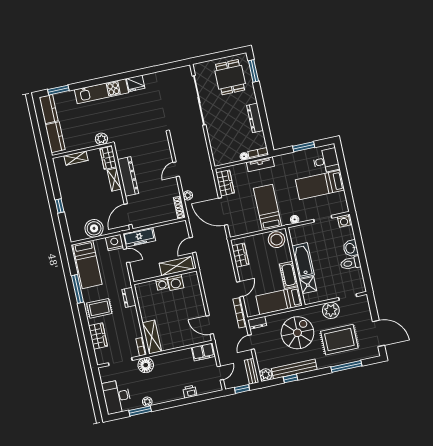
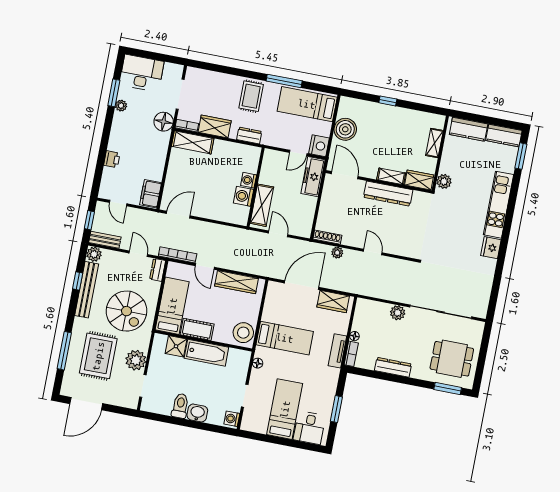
plant: (213, 132) -> (398, 313), added
wardrobe: (240, 255) -> (237, 282), width x1.50
wardrobe: (98, 336) -> (215, 126), moved, turned 180

